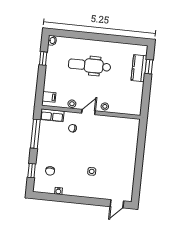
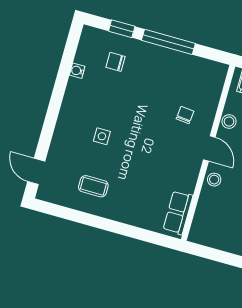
row of seats: (52, 115) -> (178, 213), moved
window: (35, 134) -> (168, 42), moved
coffee table: (120, 171) -> (93, 186), added

